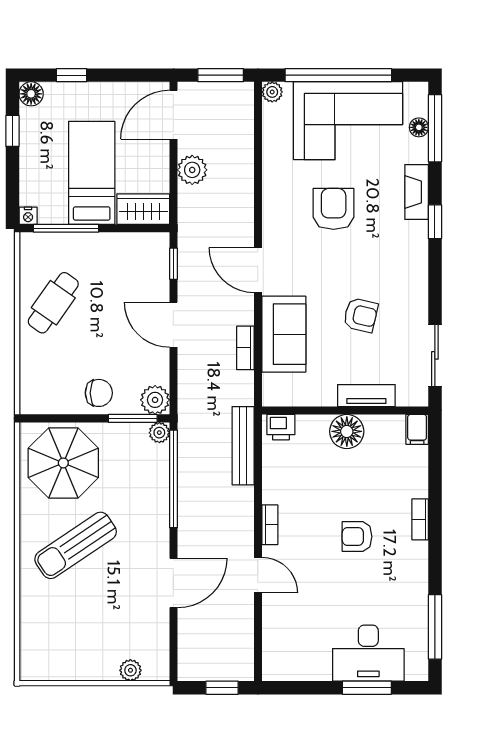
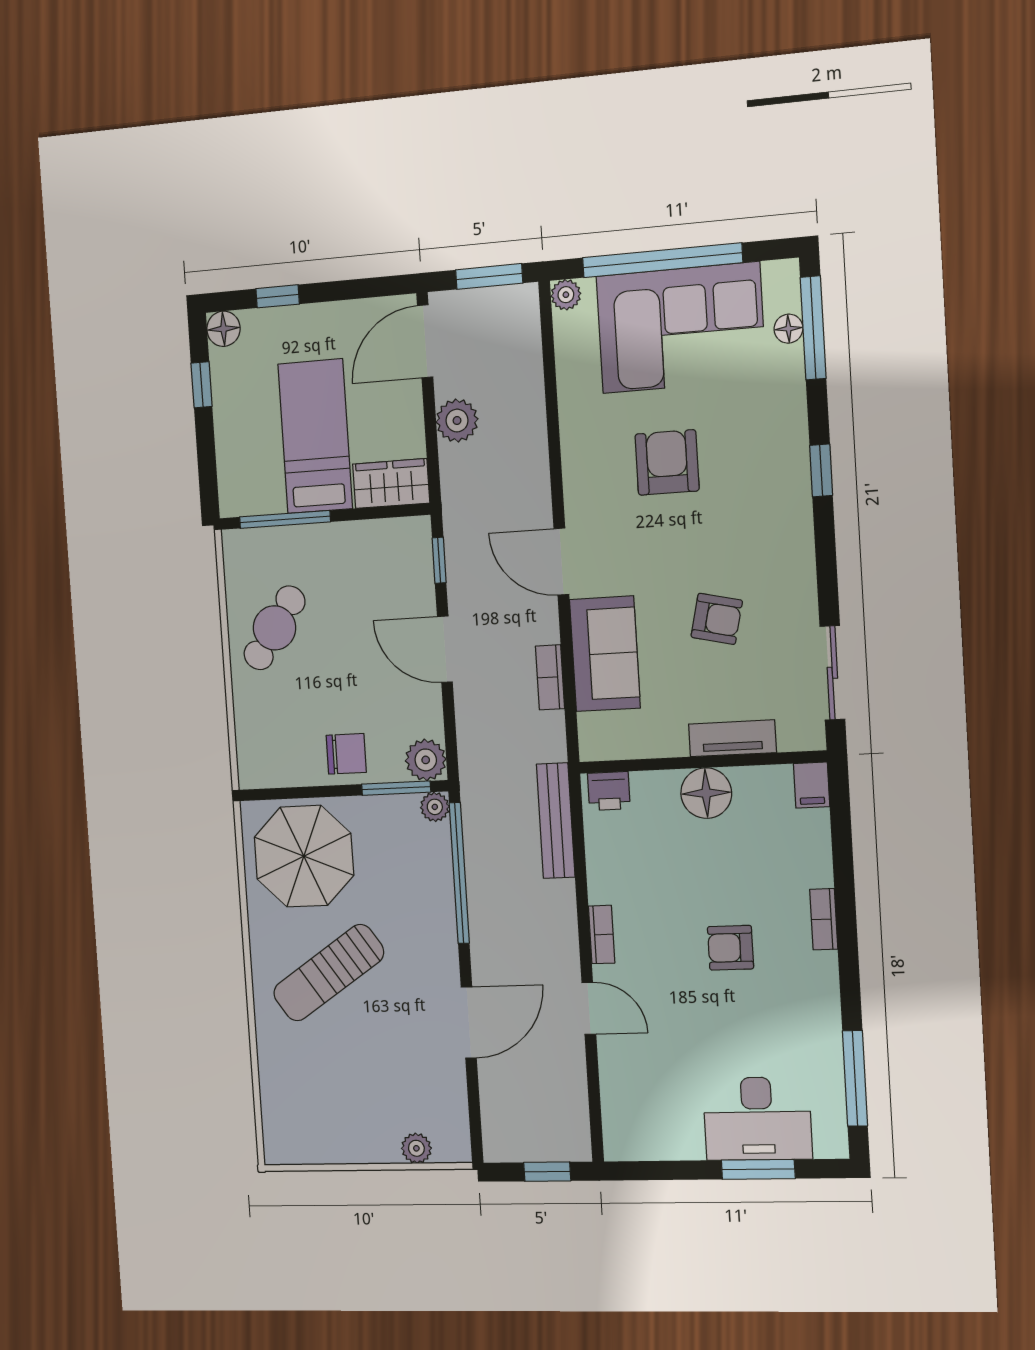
fireplace: (417, 192) -> (791, 427), removed
nightstand: (28, 216) -> (231, 505), removed

